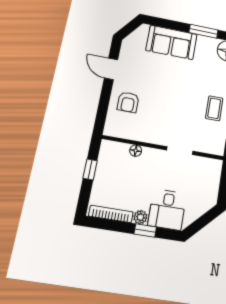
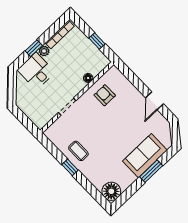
window: (203, 31) -> (151, 171), moved
door: (111, 69) -> (155, 101), swing flipped
armchair: (128, 102) -> (105, 95), moved

